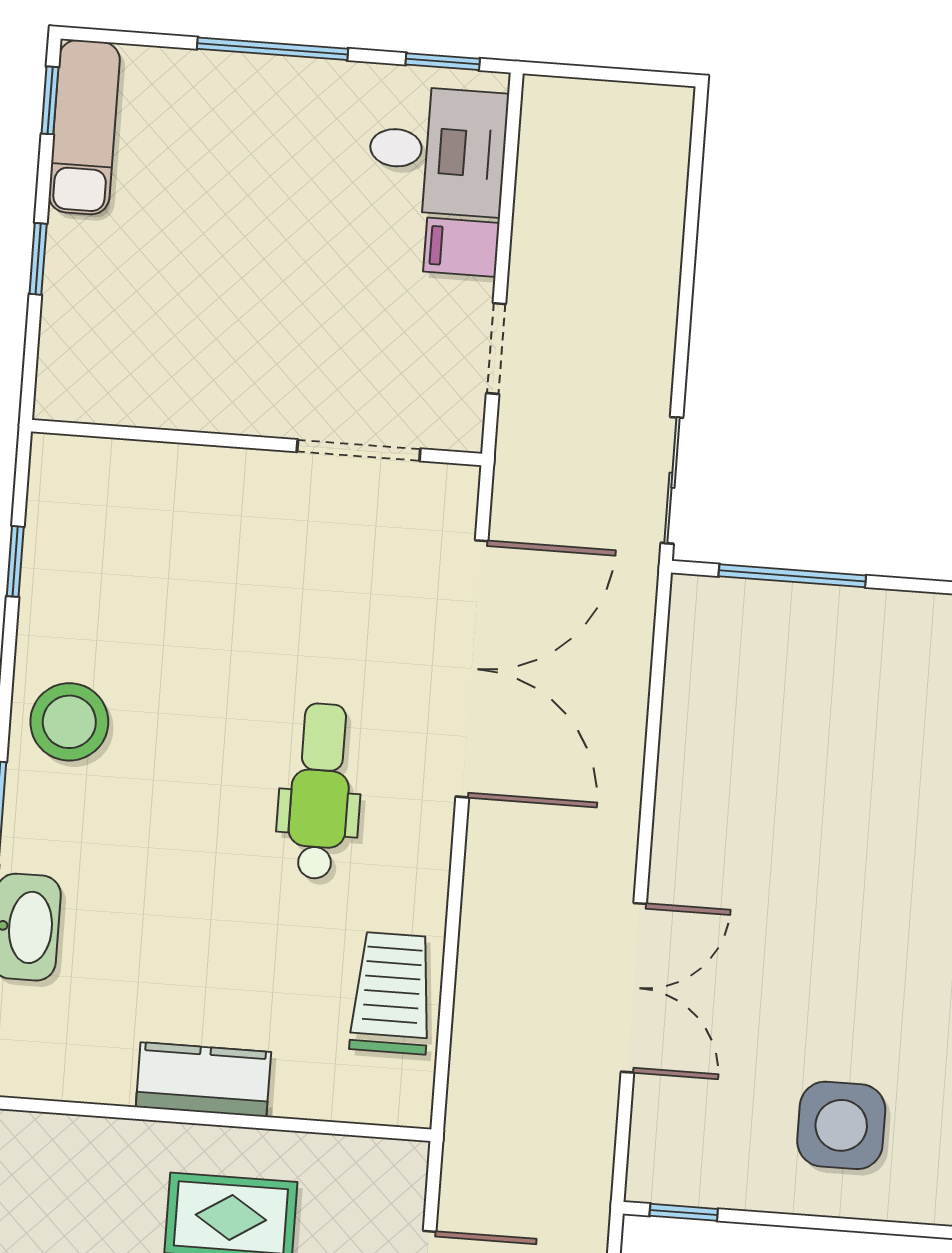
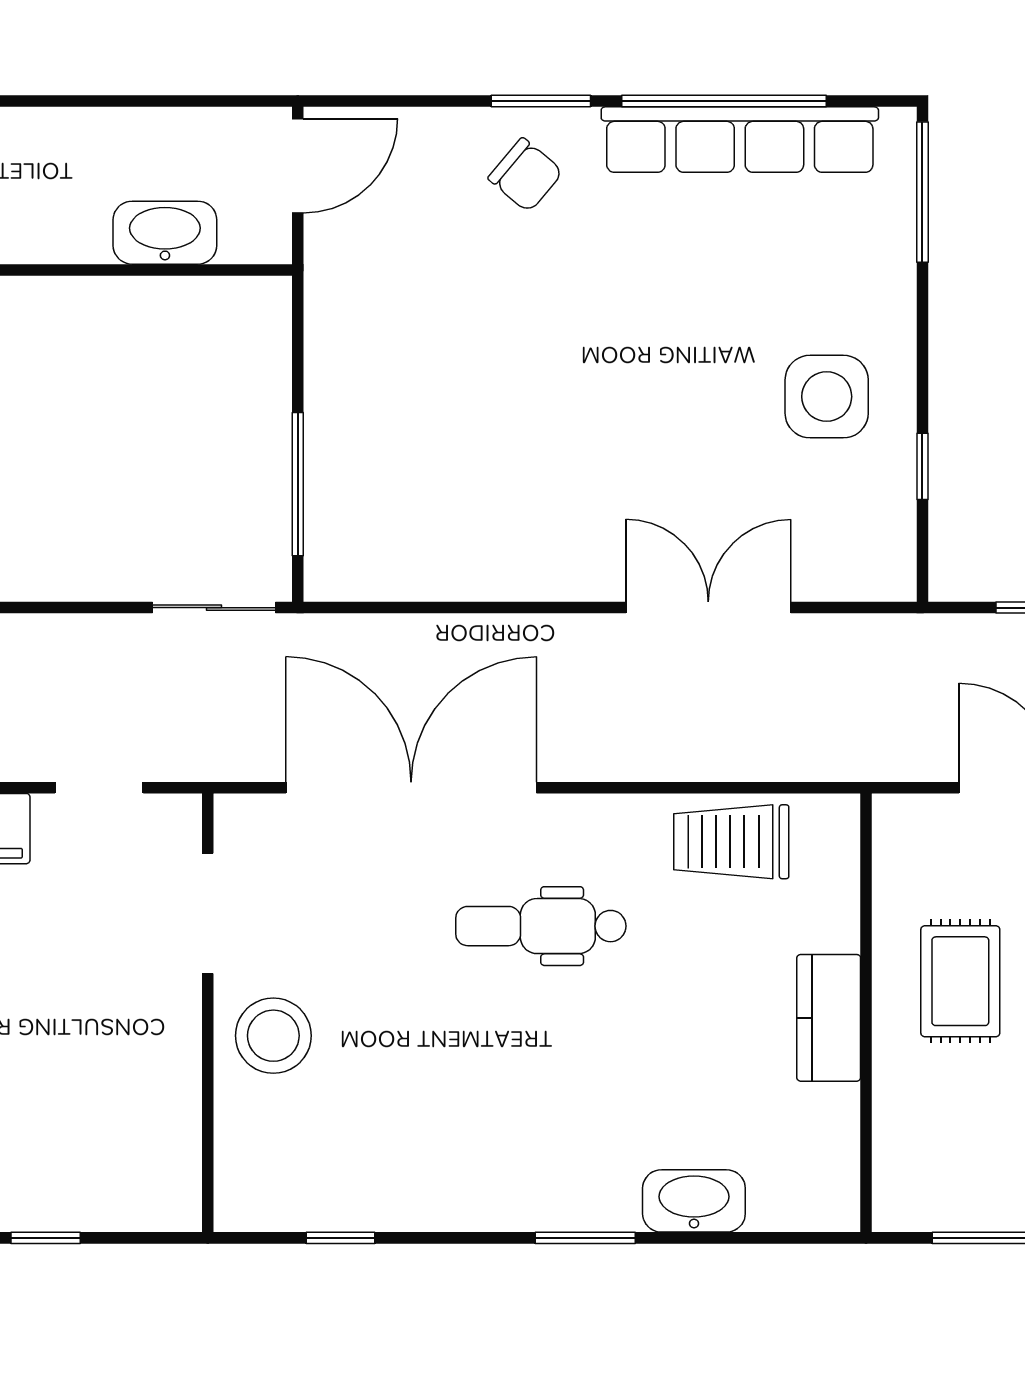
stool: (69, 722) -> (273, 1036), moved
window: (684, 1212) -> (922, 466), moved

